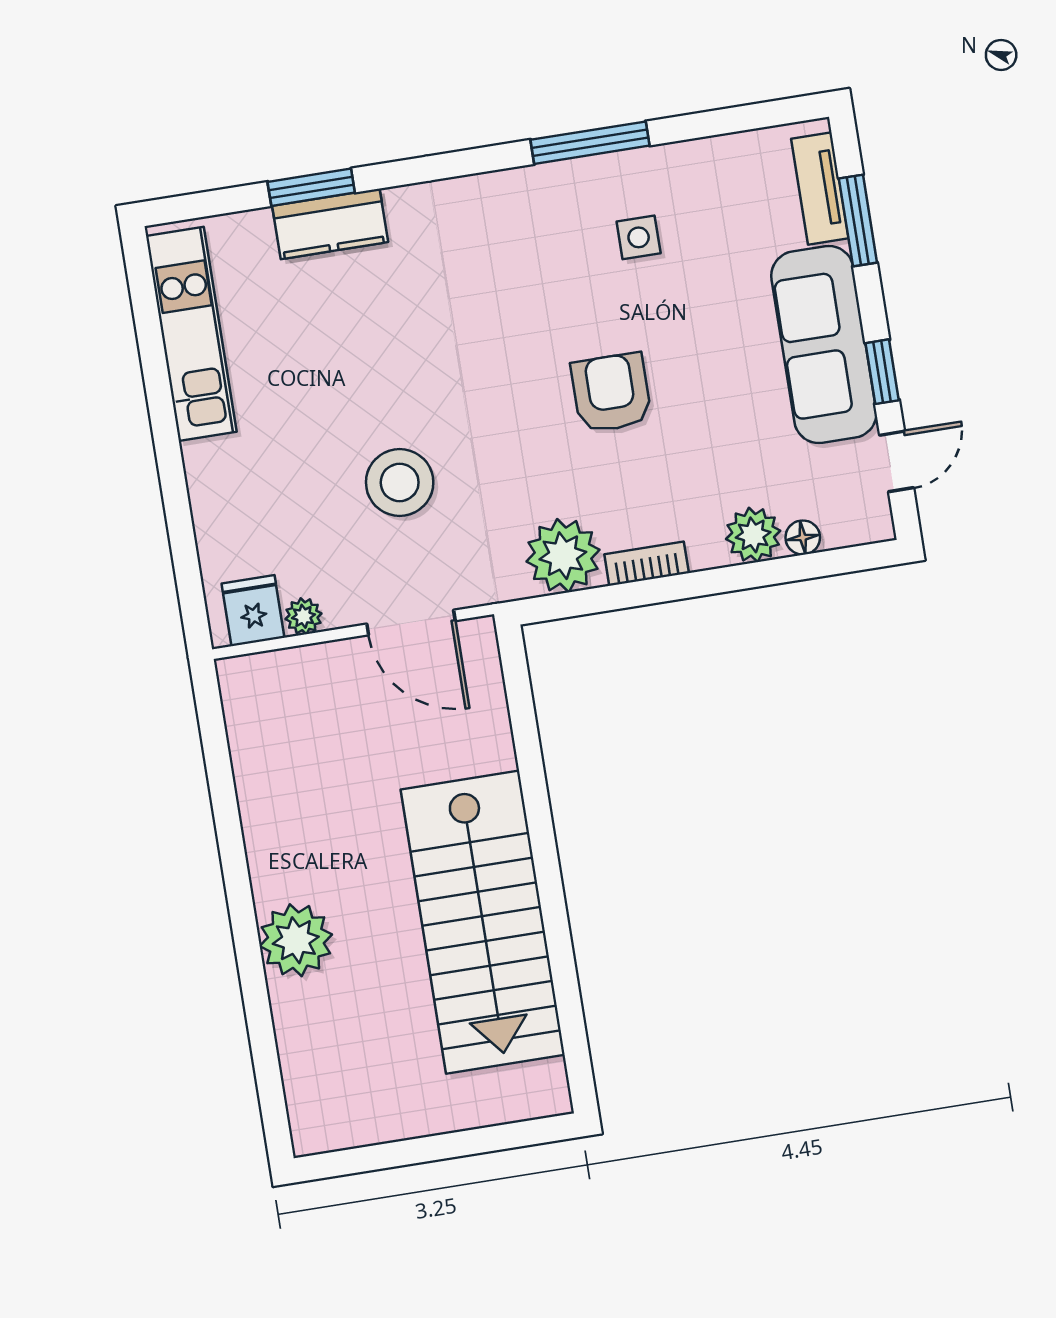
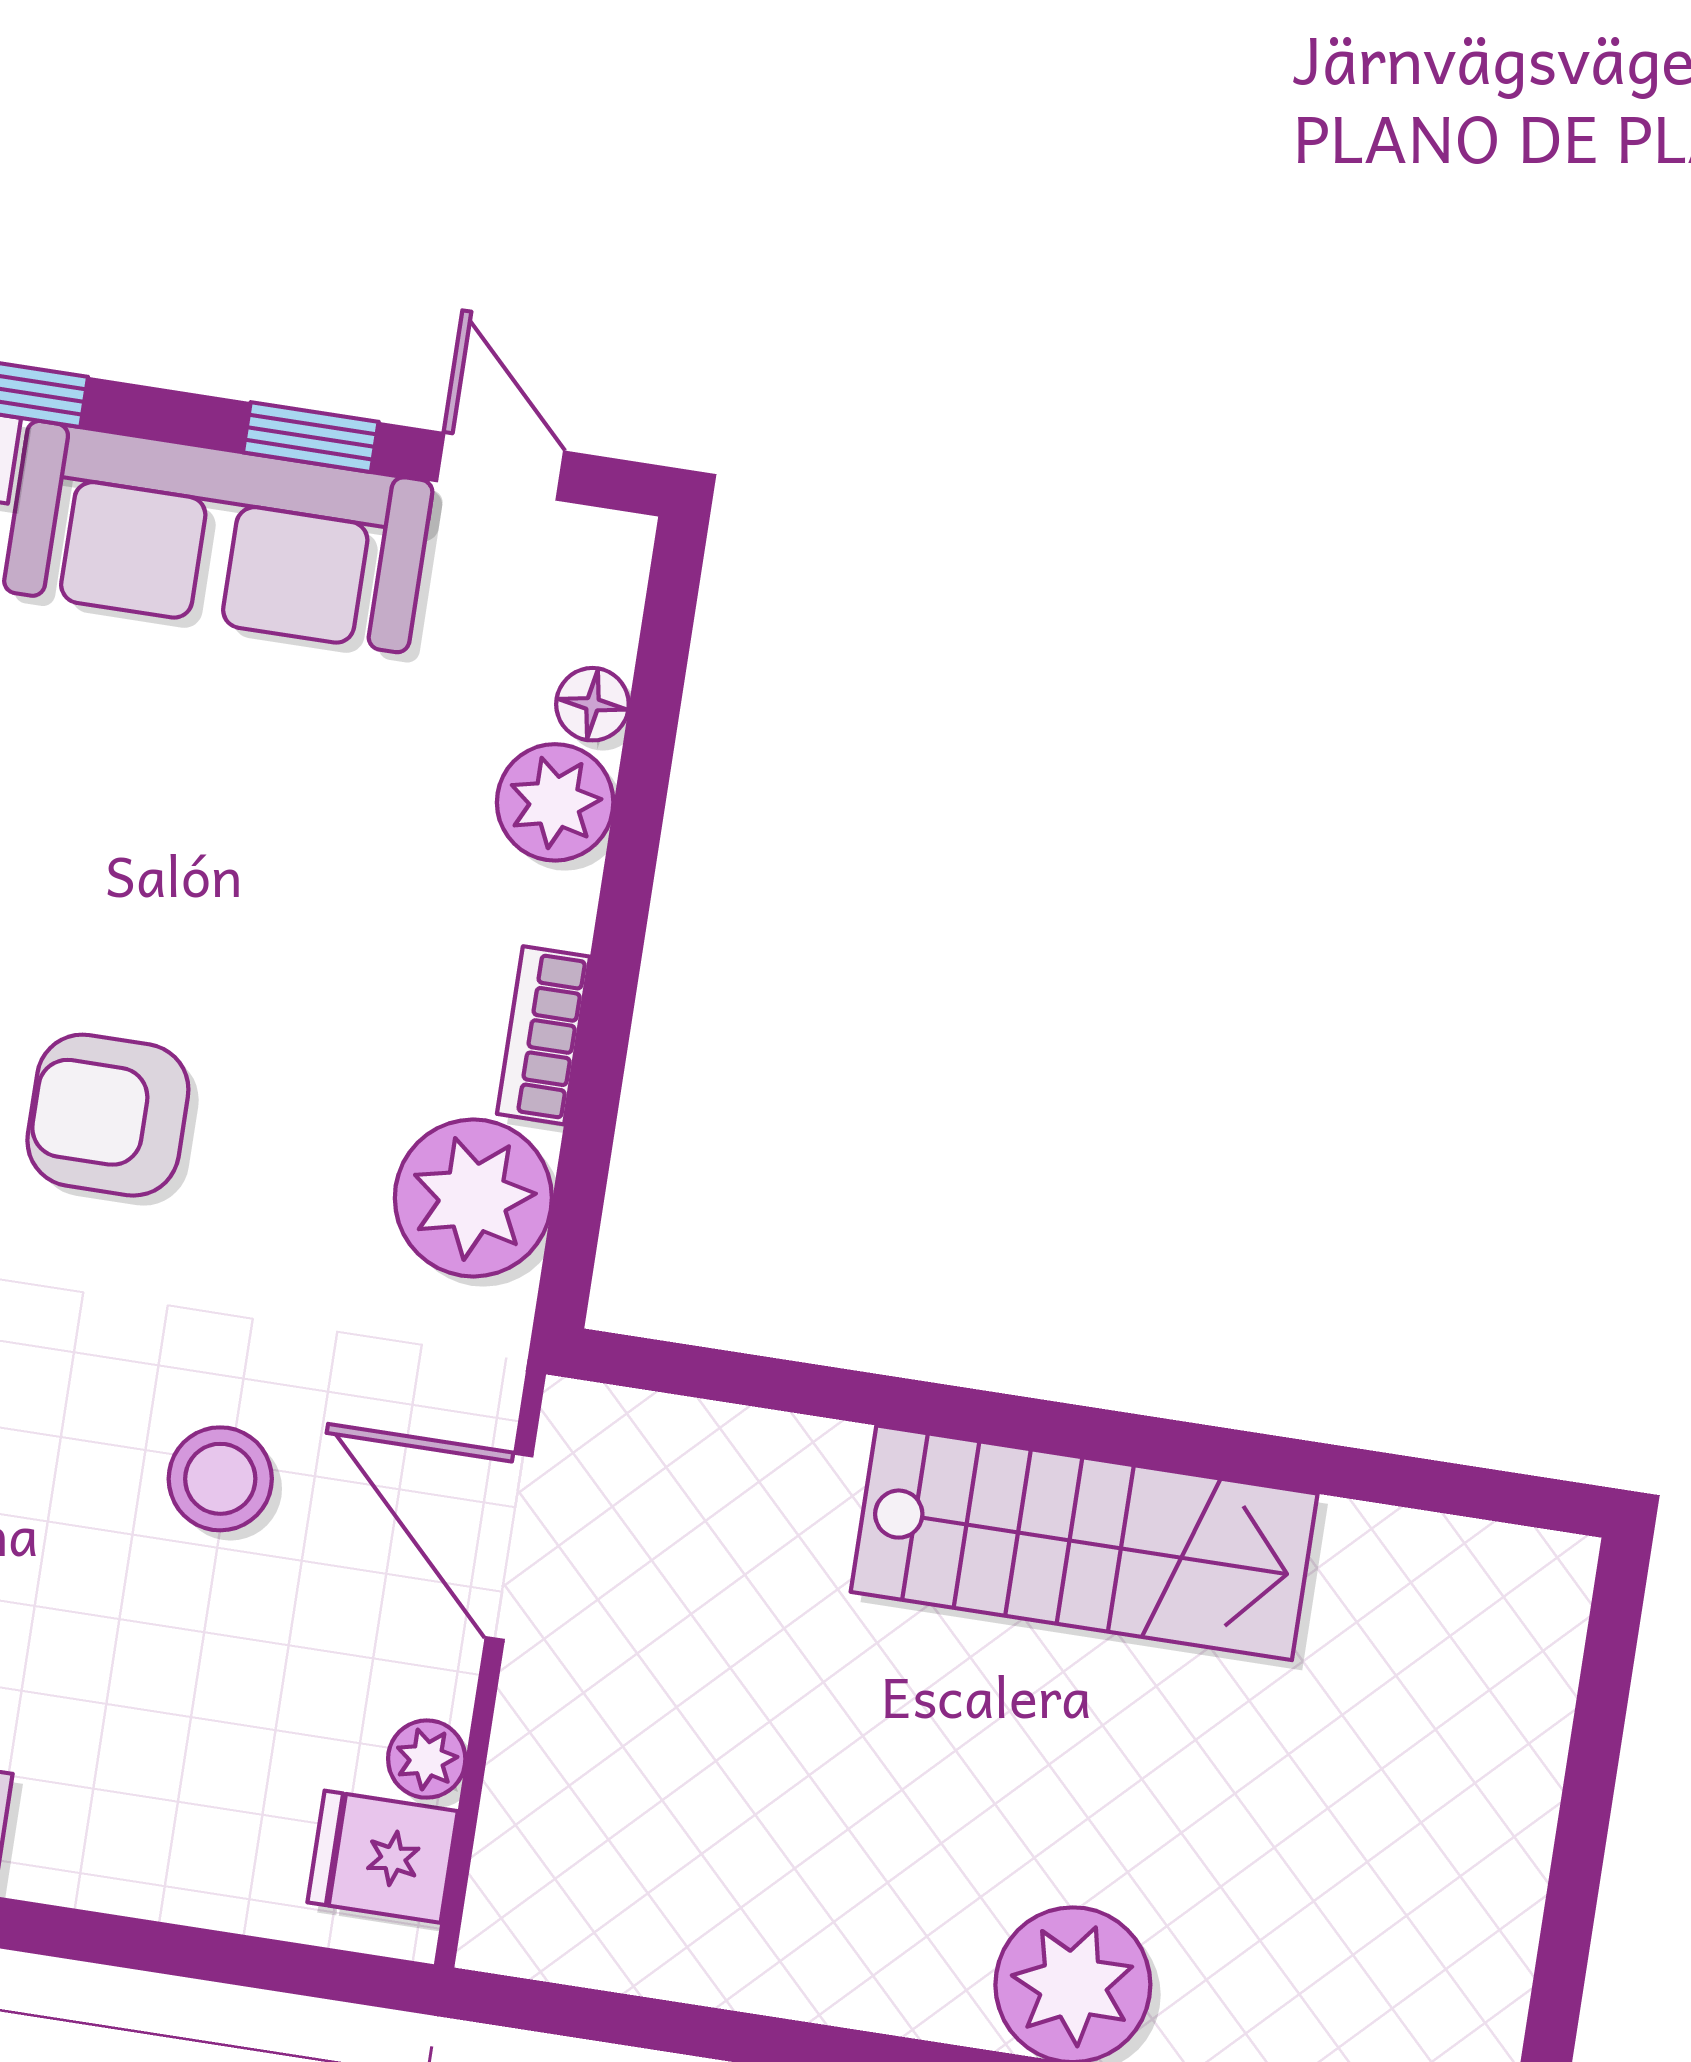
armchair: (611, 393) -> (108, 1115), moved
stool: (400, 482) -> (220, 1479), width x0.73, depth x0.73
door: (411, 622) -> (509, 1547), swing flipped
stairs: (483, 922) -> (1084, 1543), width x0.73, depth x0.66

